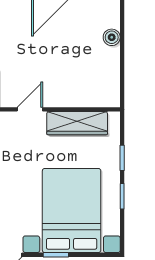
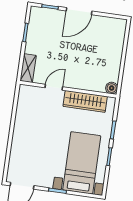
boiler: (112, 37) -> (112, 88), moved
bed with nightstands: (72, 210) -> (82, 163), width x0.73

